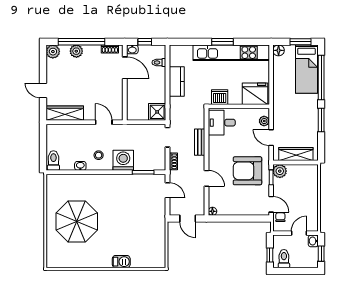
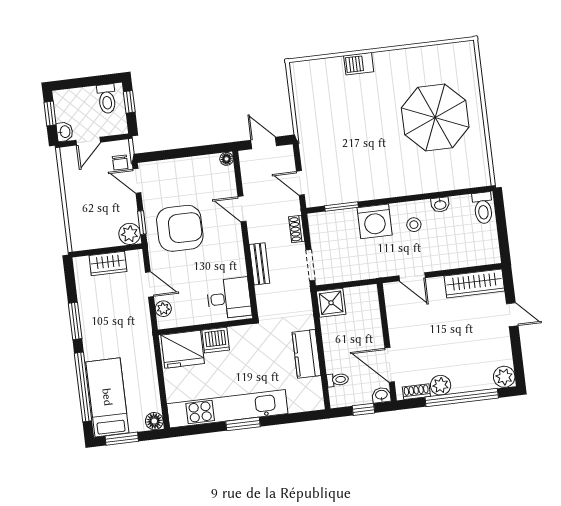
plant: (76, 51) -> (441, 385), moved
dishwasher: (220, 97) -> (216, 340), moved
wardrobe: (296, 154) -> (108, 263), width x0.67

